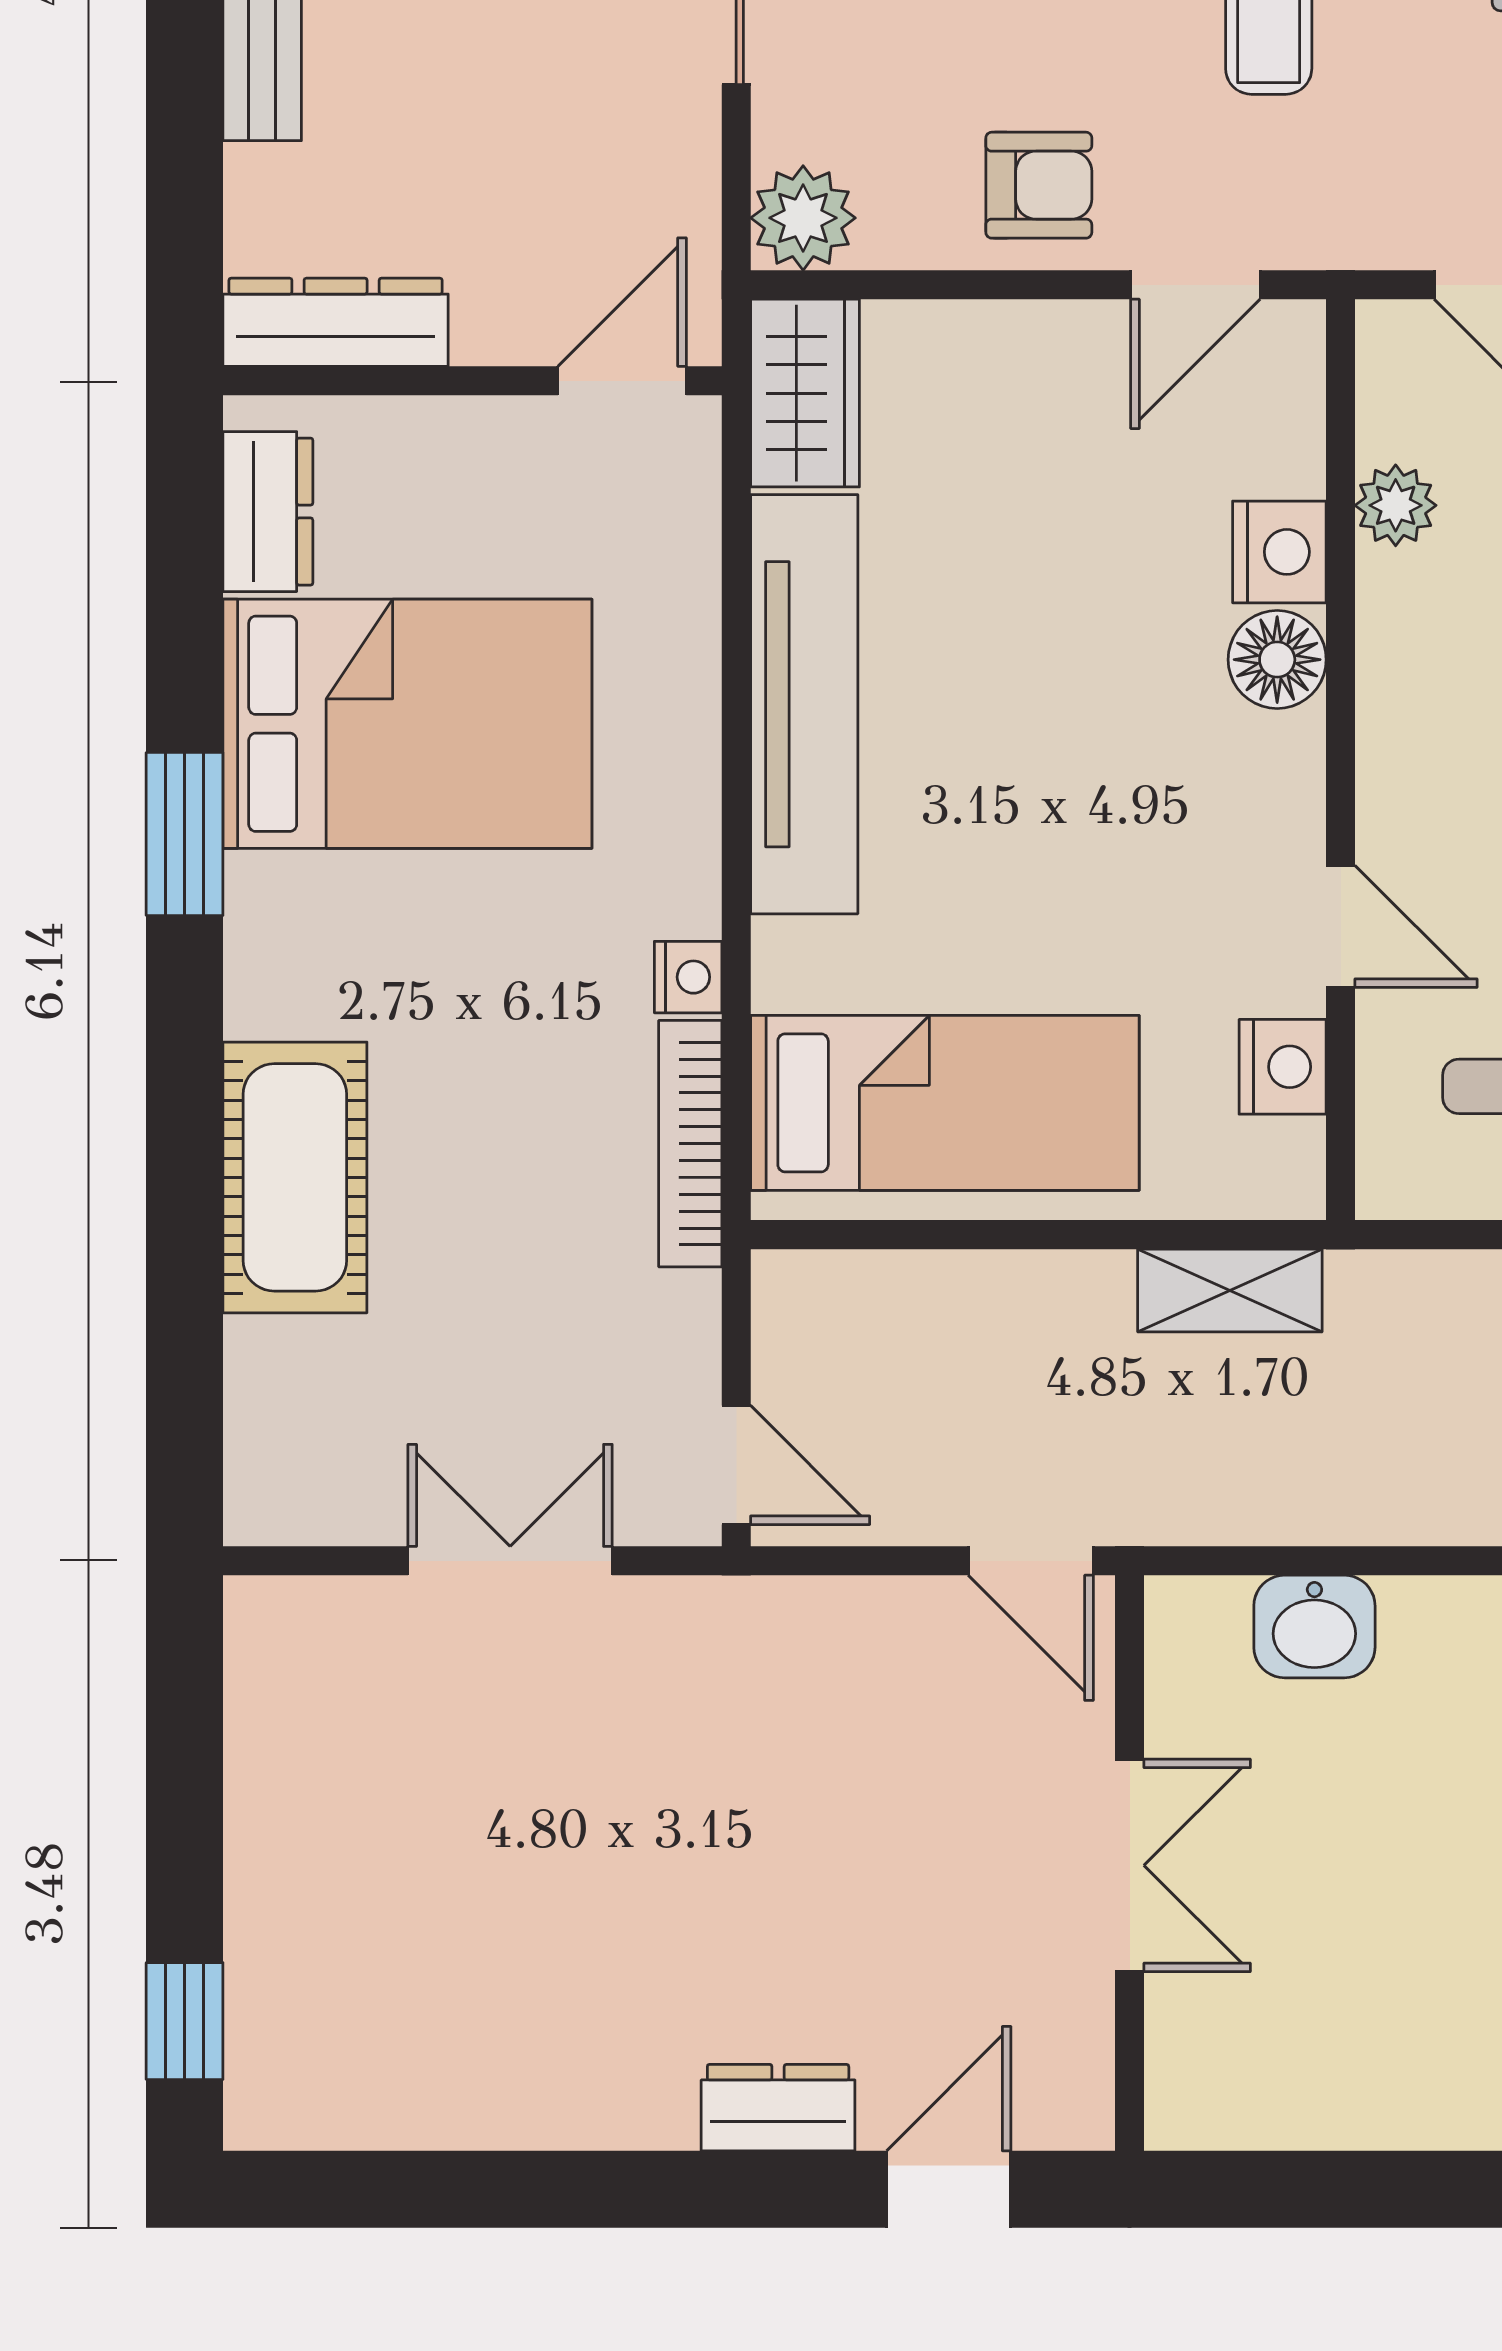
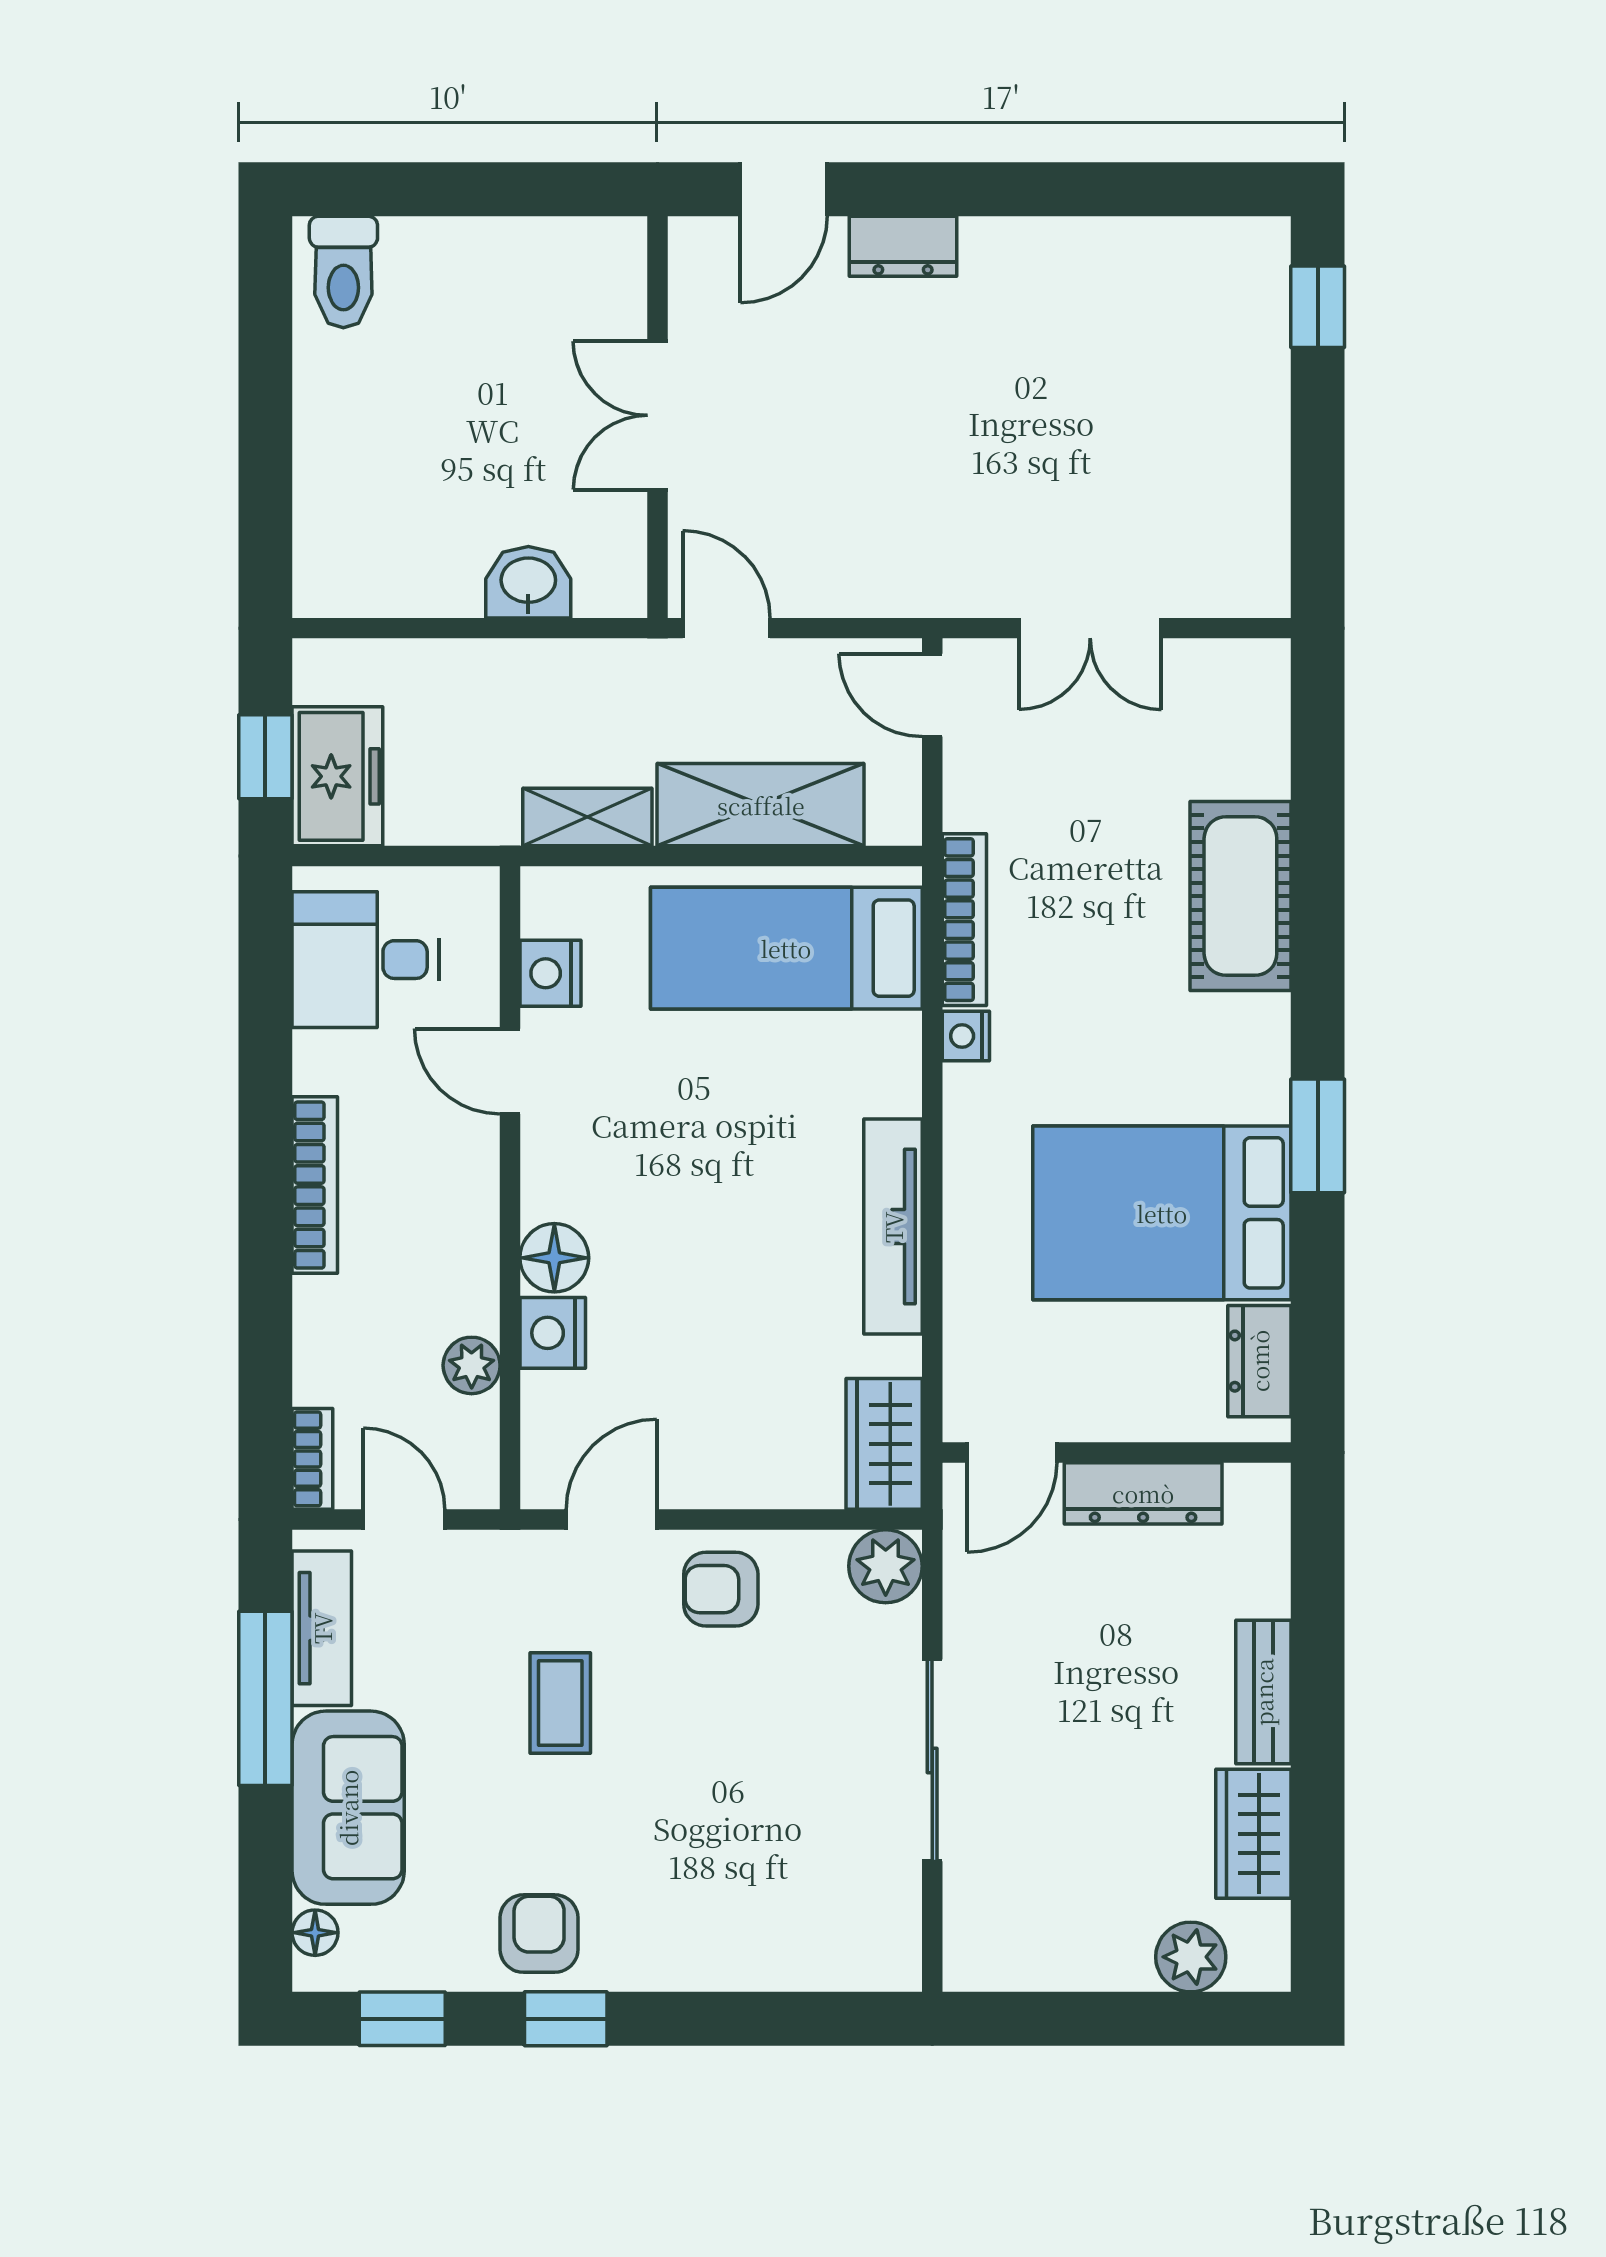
dresser: (336, 322) -> (1143, 1493), moved
tv unit: (804, 704) -> (893, 1227), width x0.73, depth x0.78
shelving: (982, 1308) -> (761, 805), added

